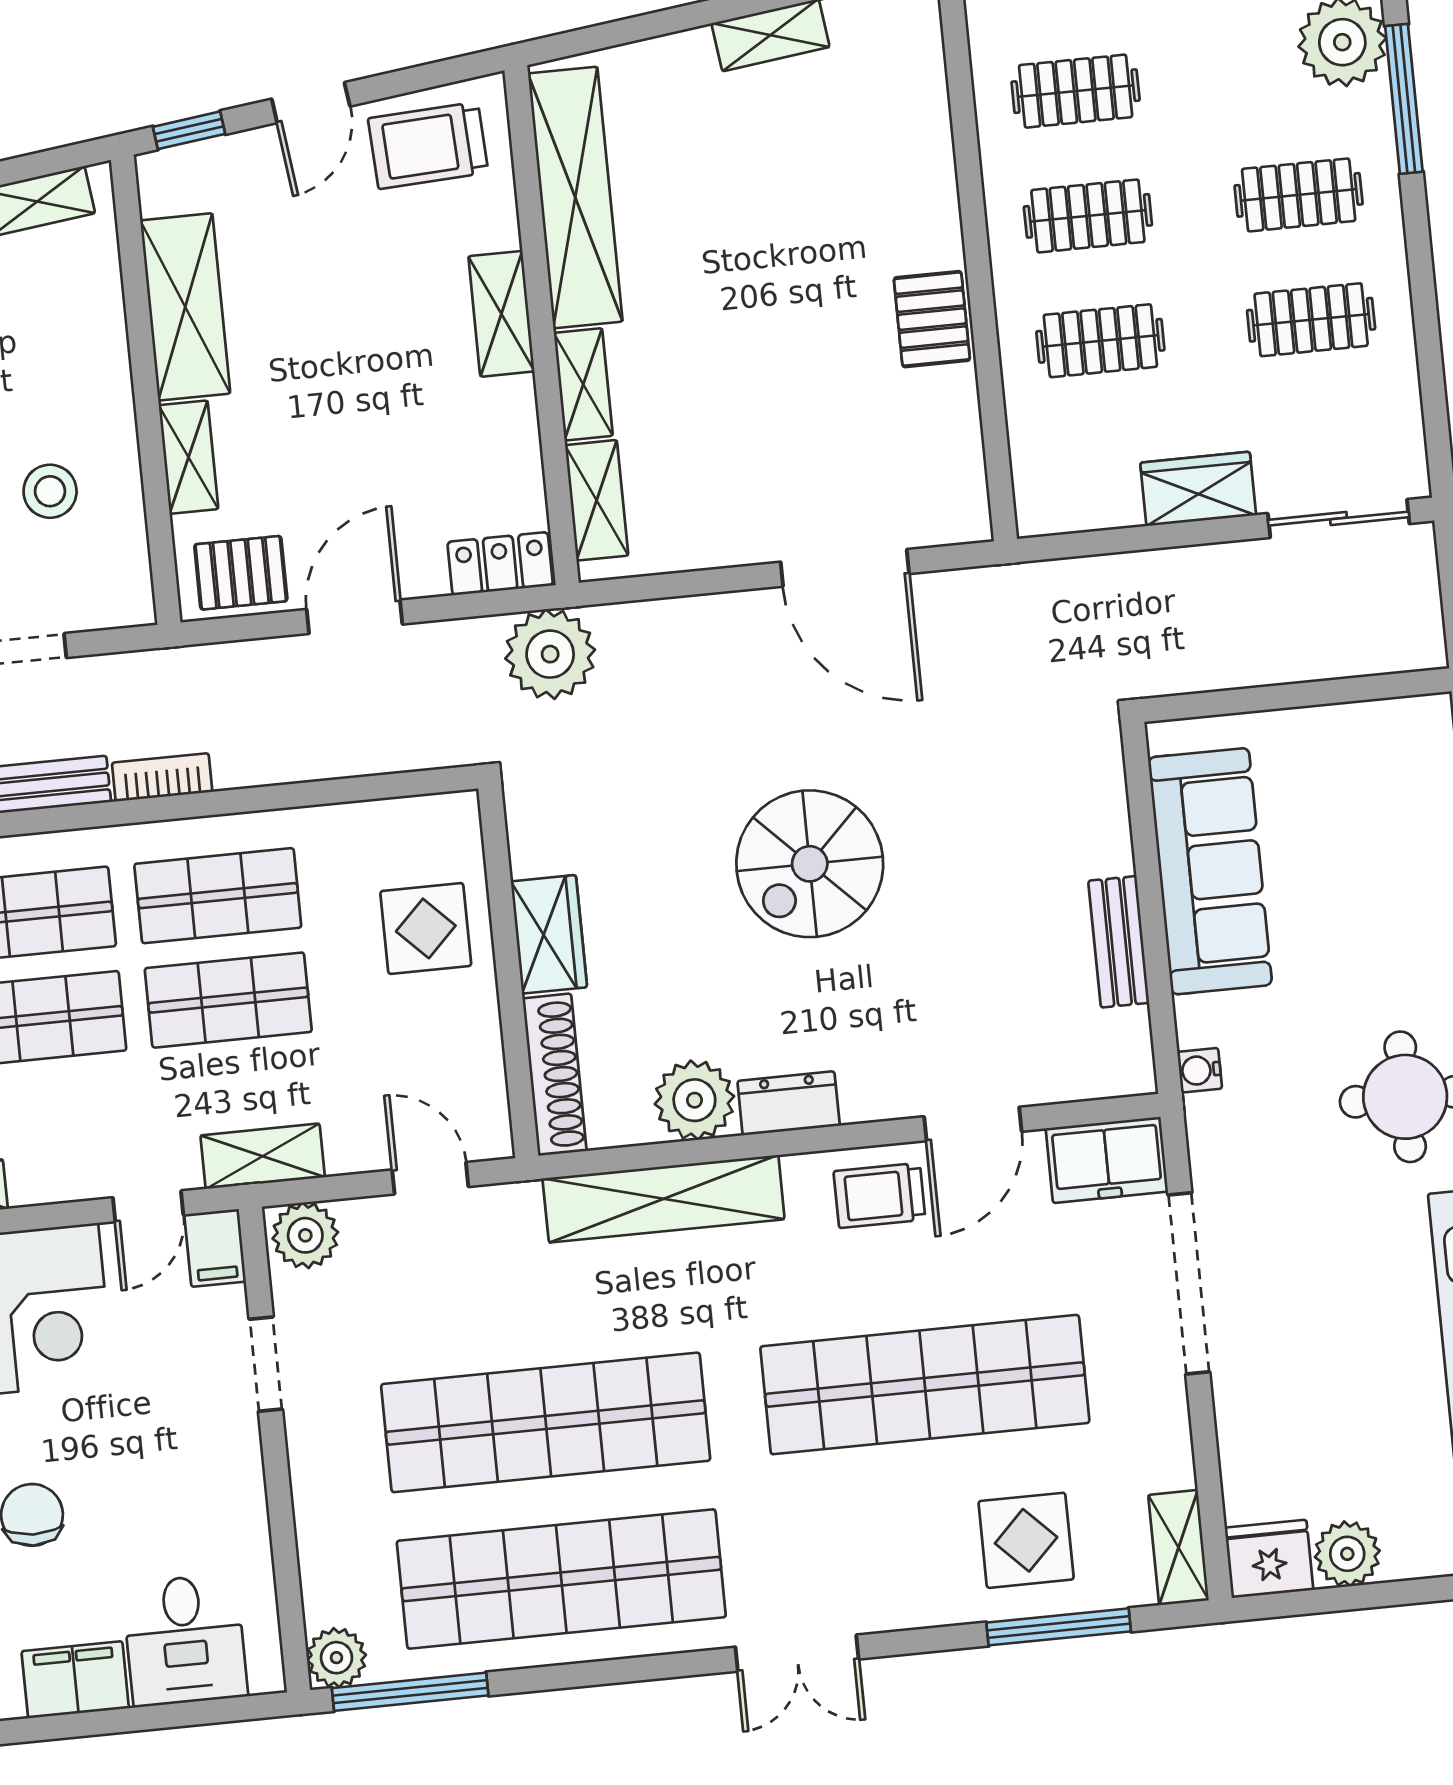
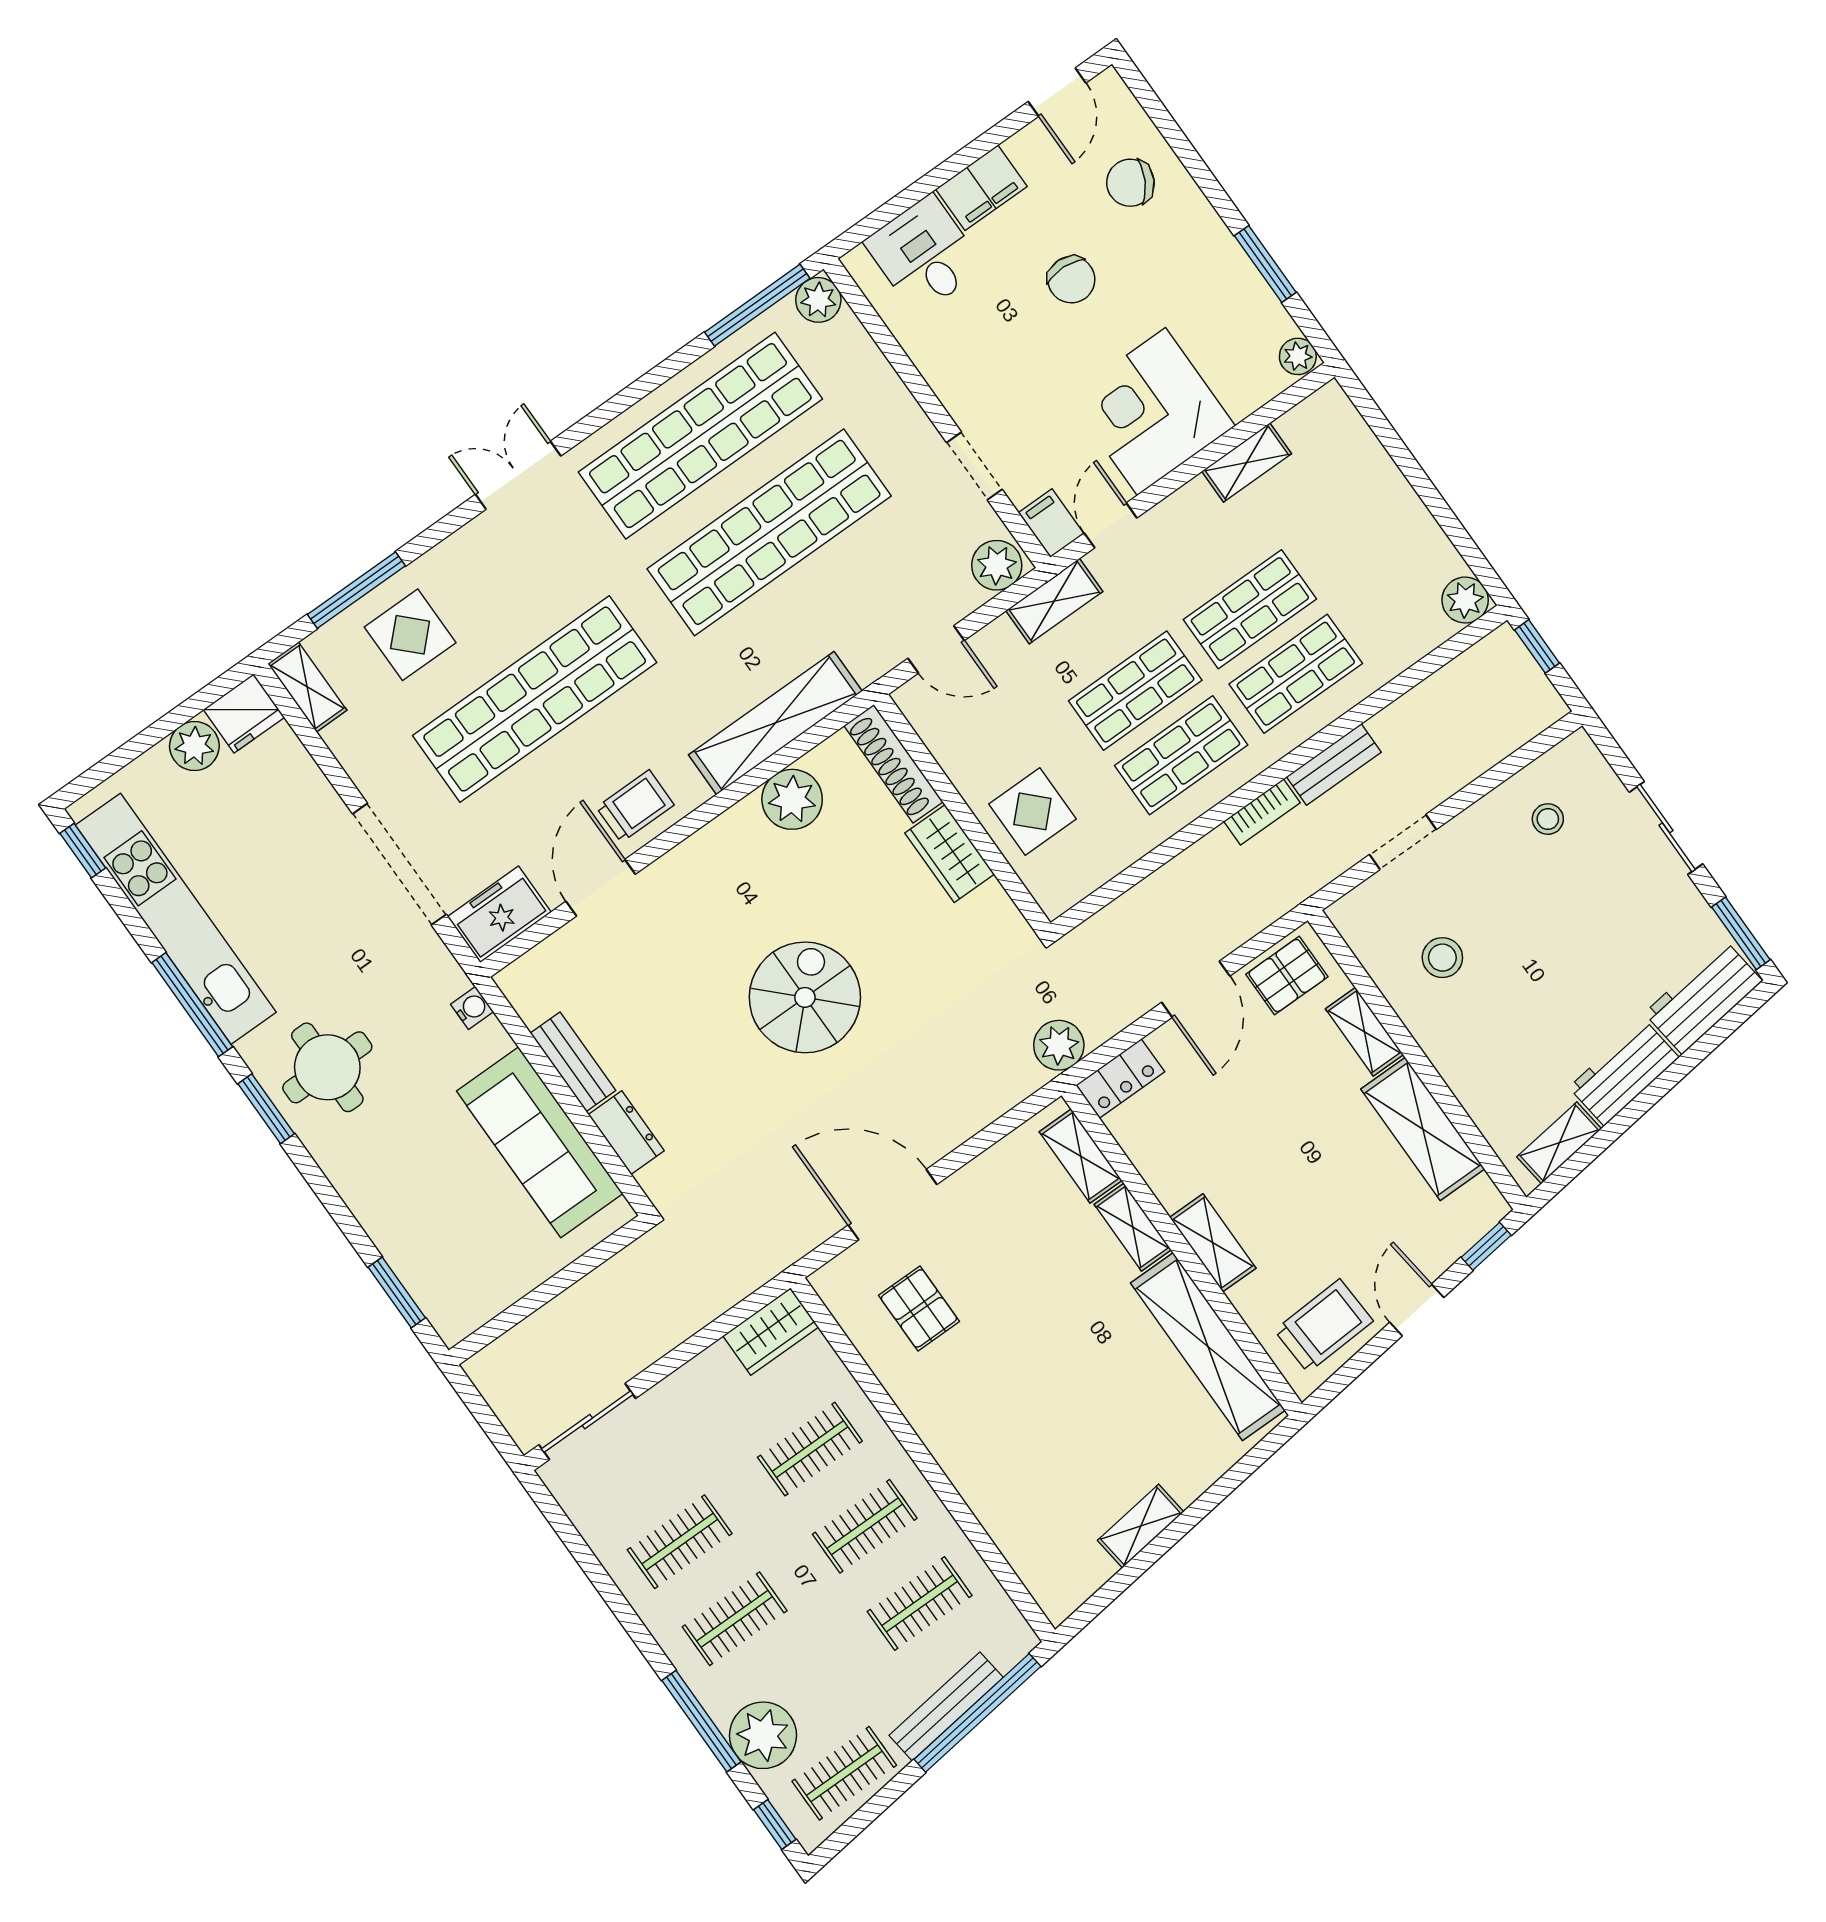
pallet: (932, 319) -> (919, 1308), moved
wardrobe: (1198, 489) -> (771, 1332), moved
plant: (550, 654) -> (1059, 1045), width x0.73, depth x0.73
dresser: (789, 1103) -> (626, 1133), moved, turned -90

